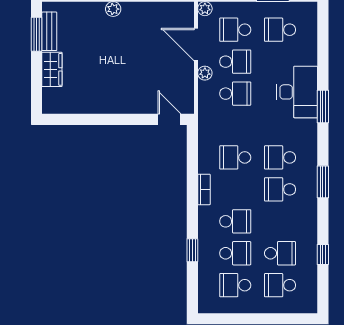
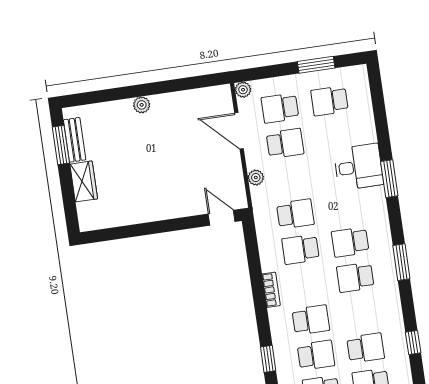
plant: (205, 73) -> (256, 178), moved
desk: (297, 92) -> (358, 167), width x0.73
school desk: (235, 94) -> (295, 214), moved

